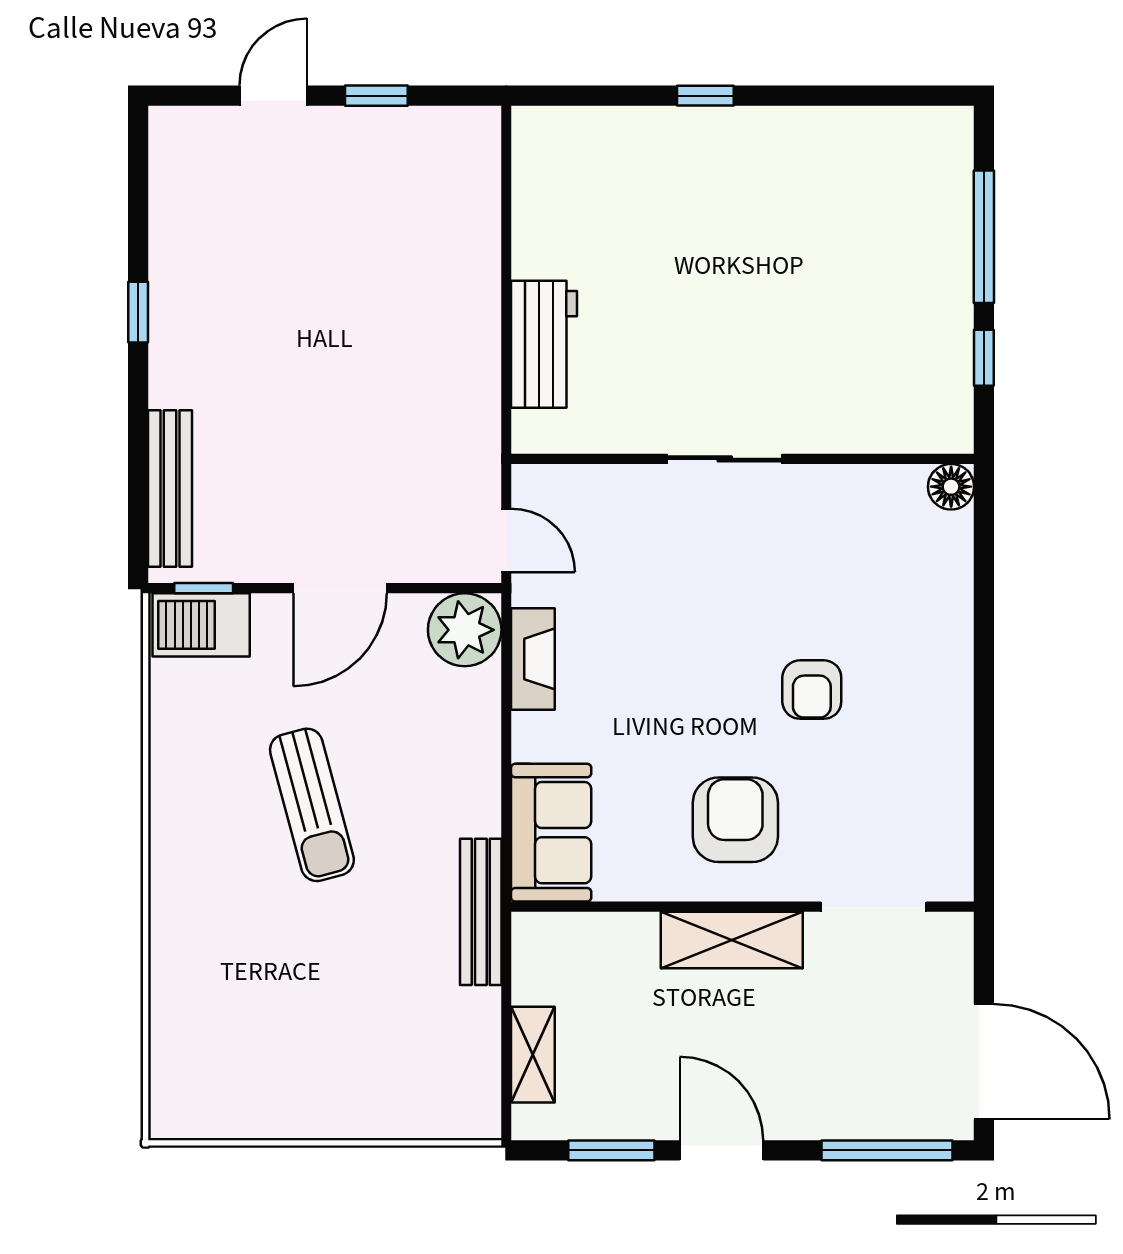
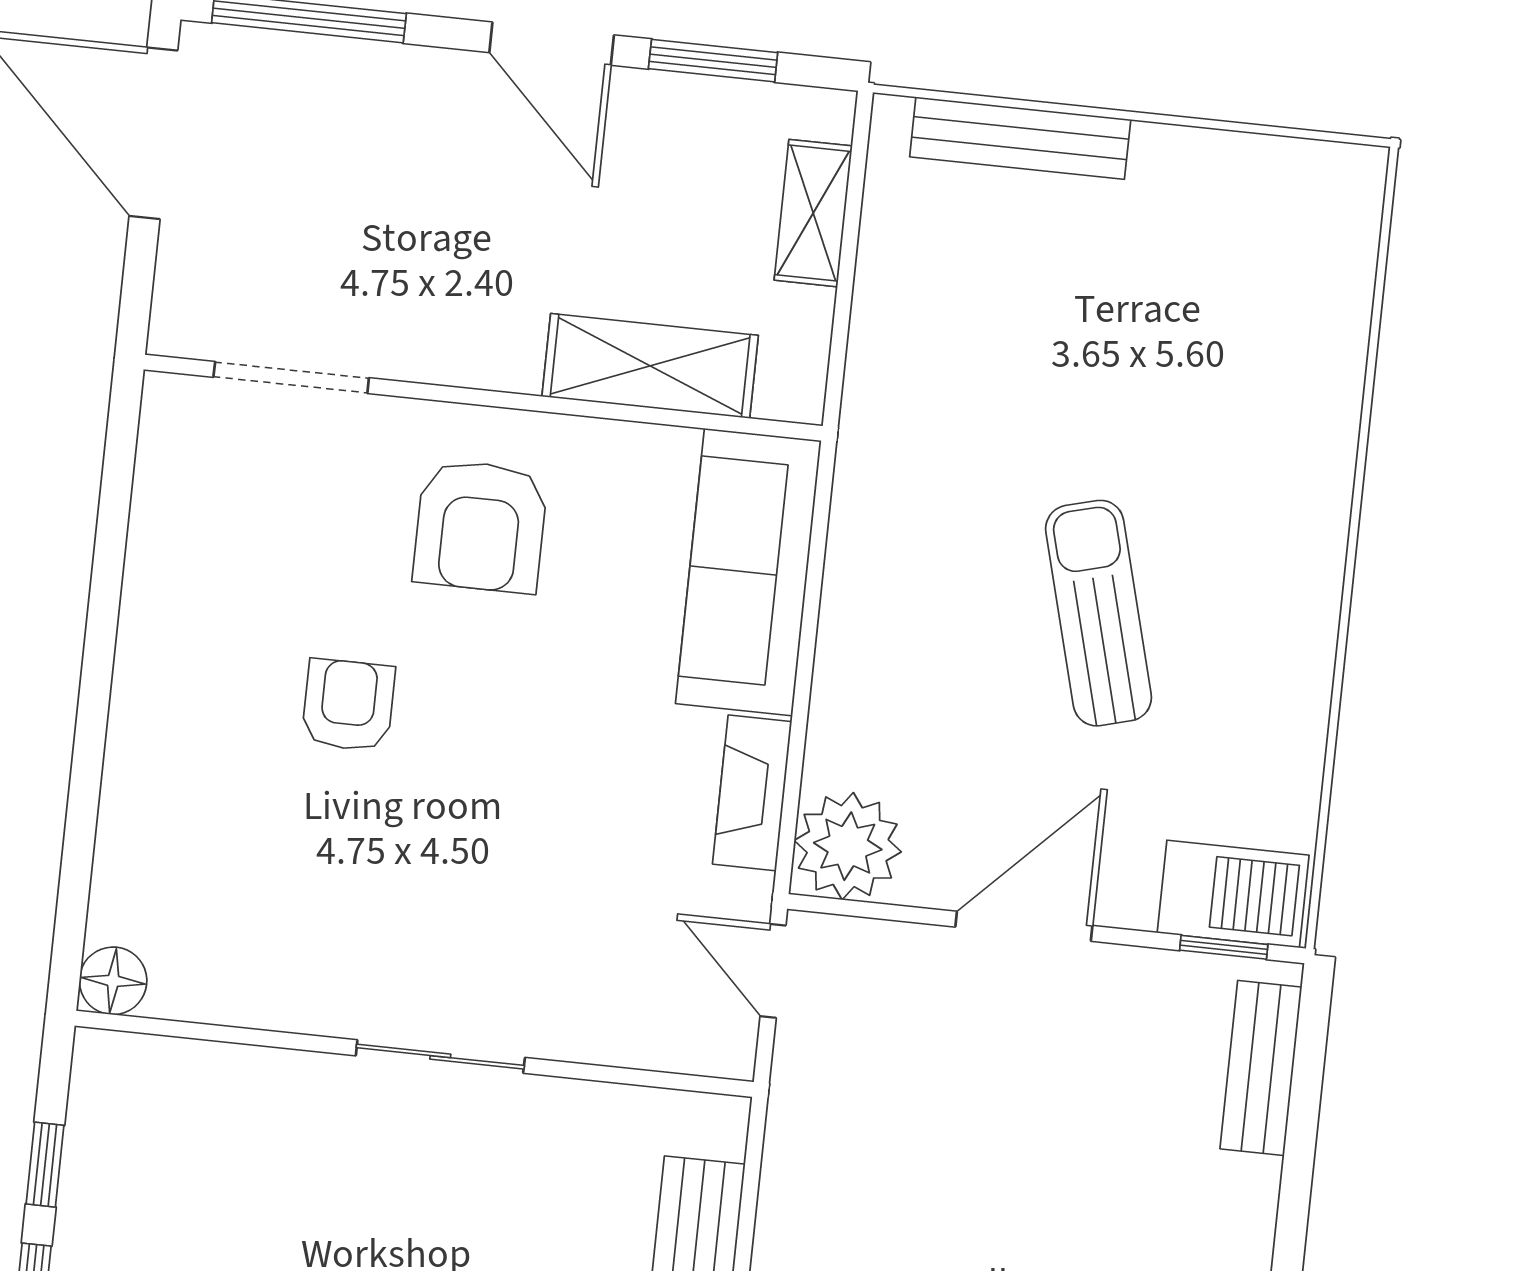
bench: (170, 488) -> (1261, 1068), width x0.73
sofa: (551, 833) -> (748, 572), width x1.36
bench: (481, 912) -> (1020, 138), moved, turned 90
shelving: (732, 940) -> (650, 366), moved

